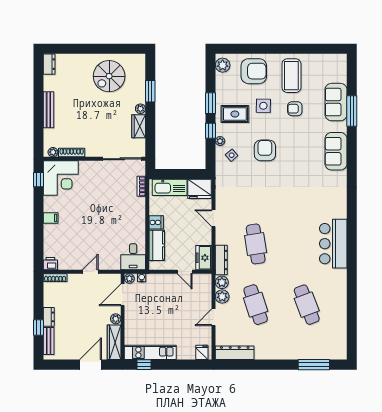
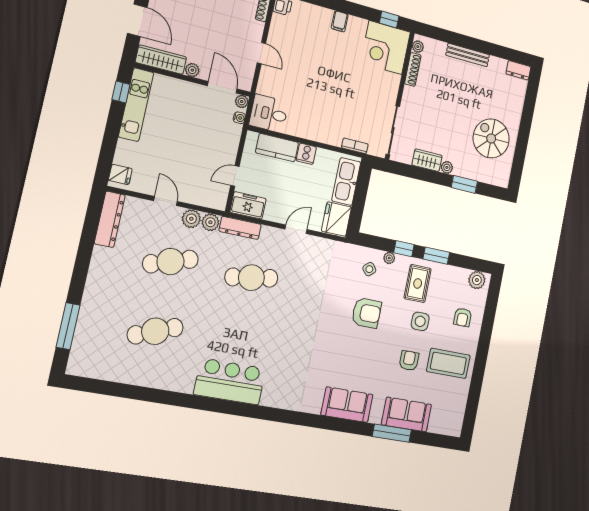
armchair: (254, 71) -> (463, 317), width x0.53, depth x0.53

